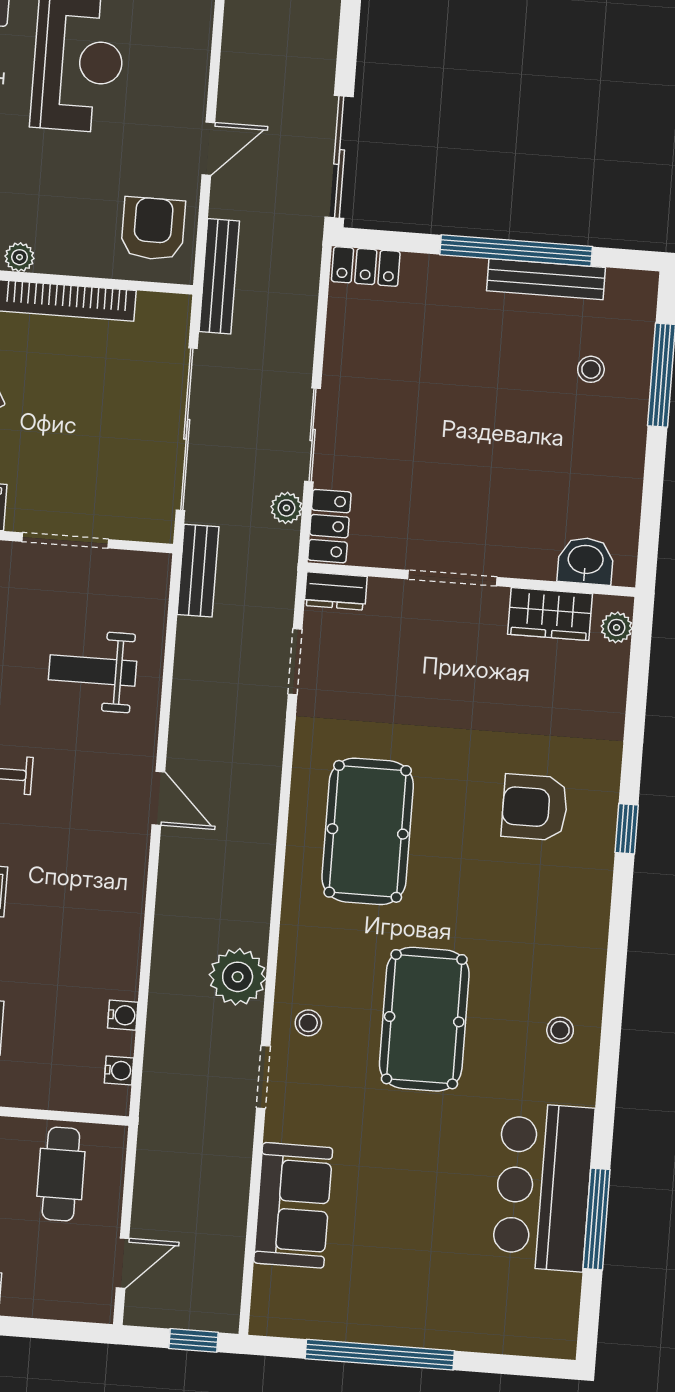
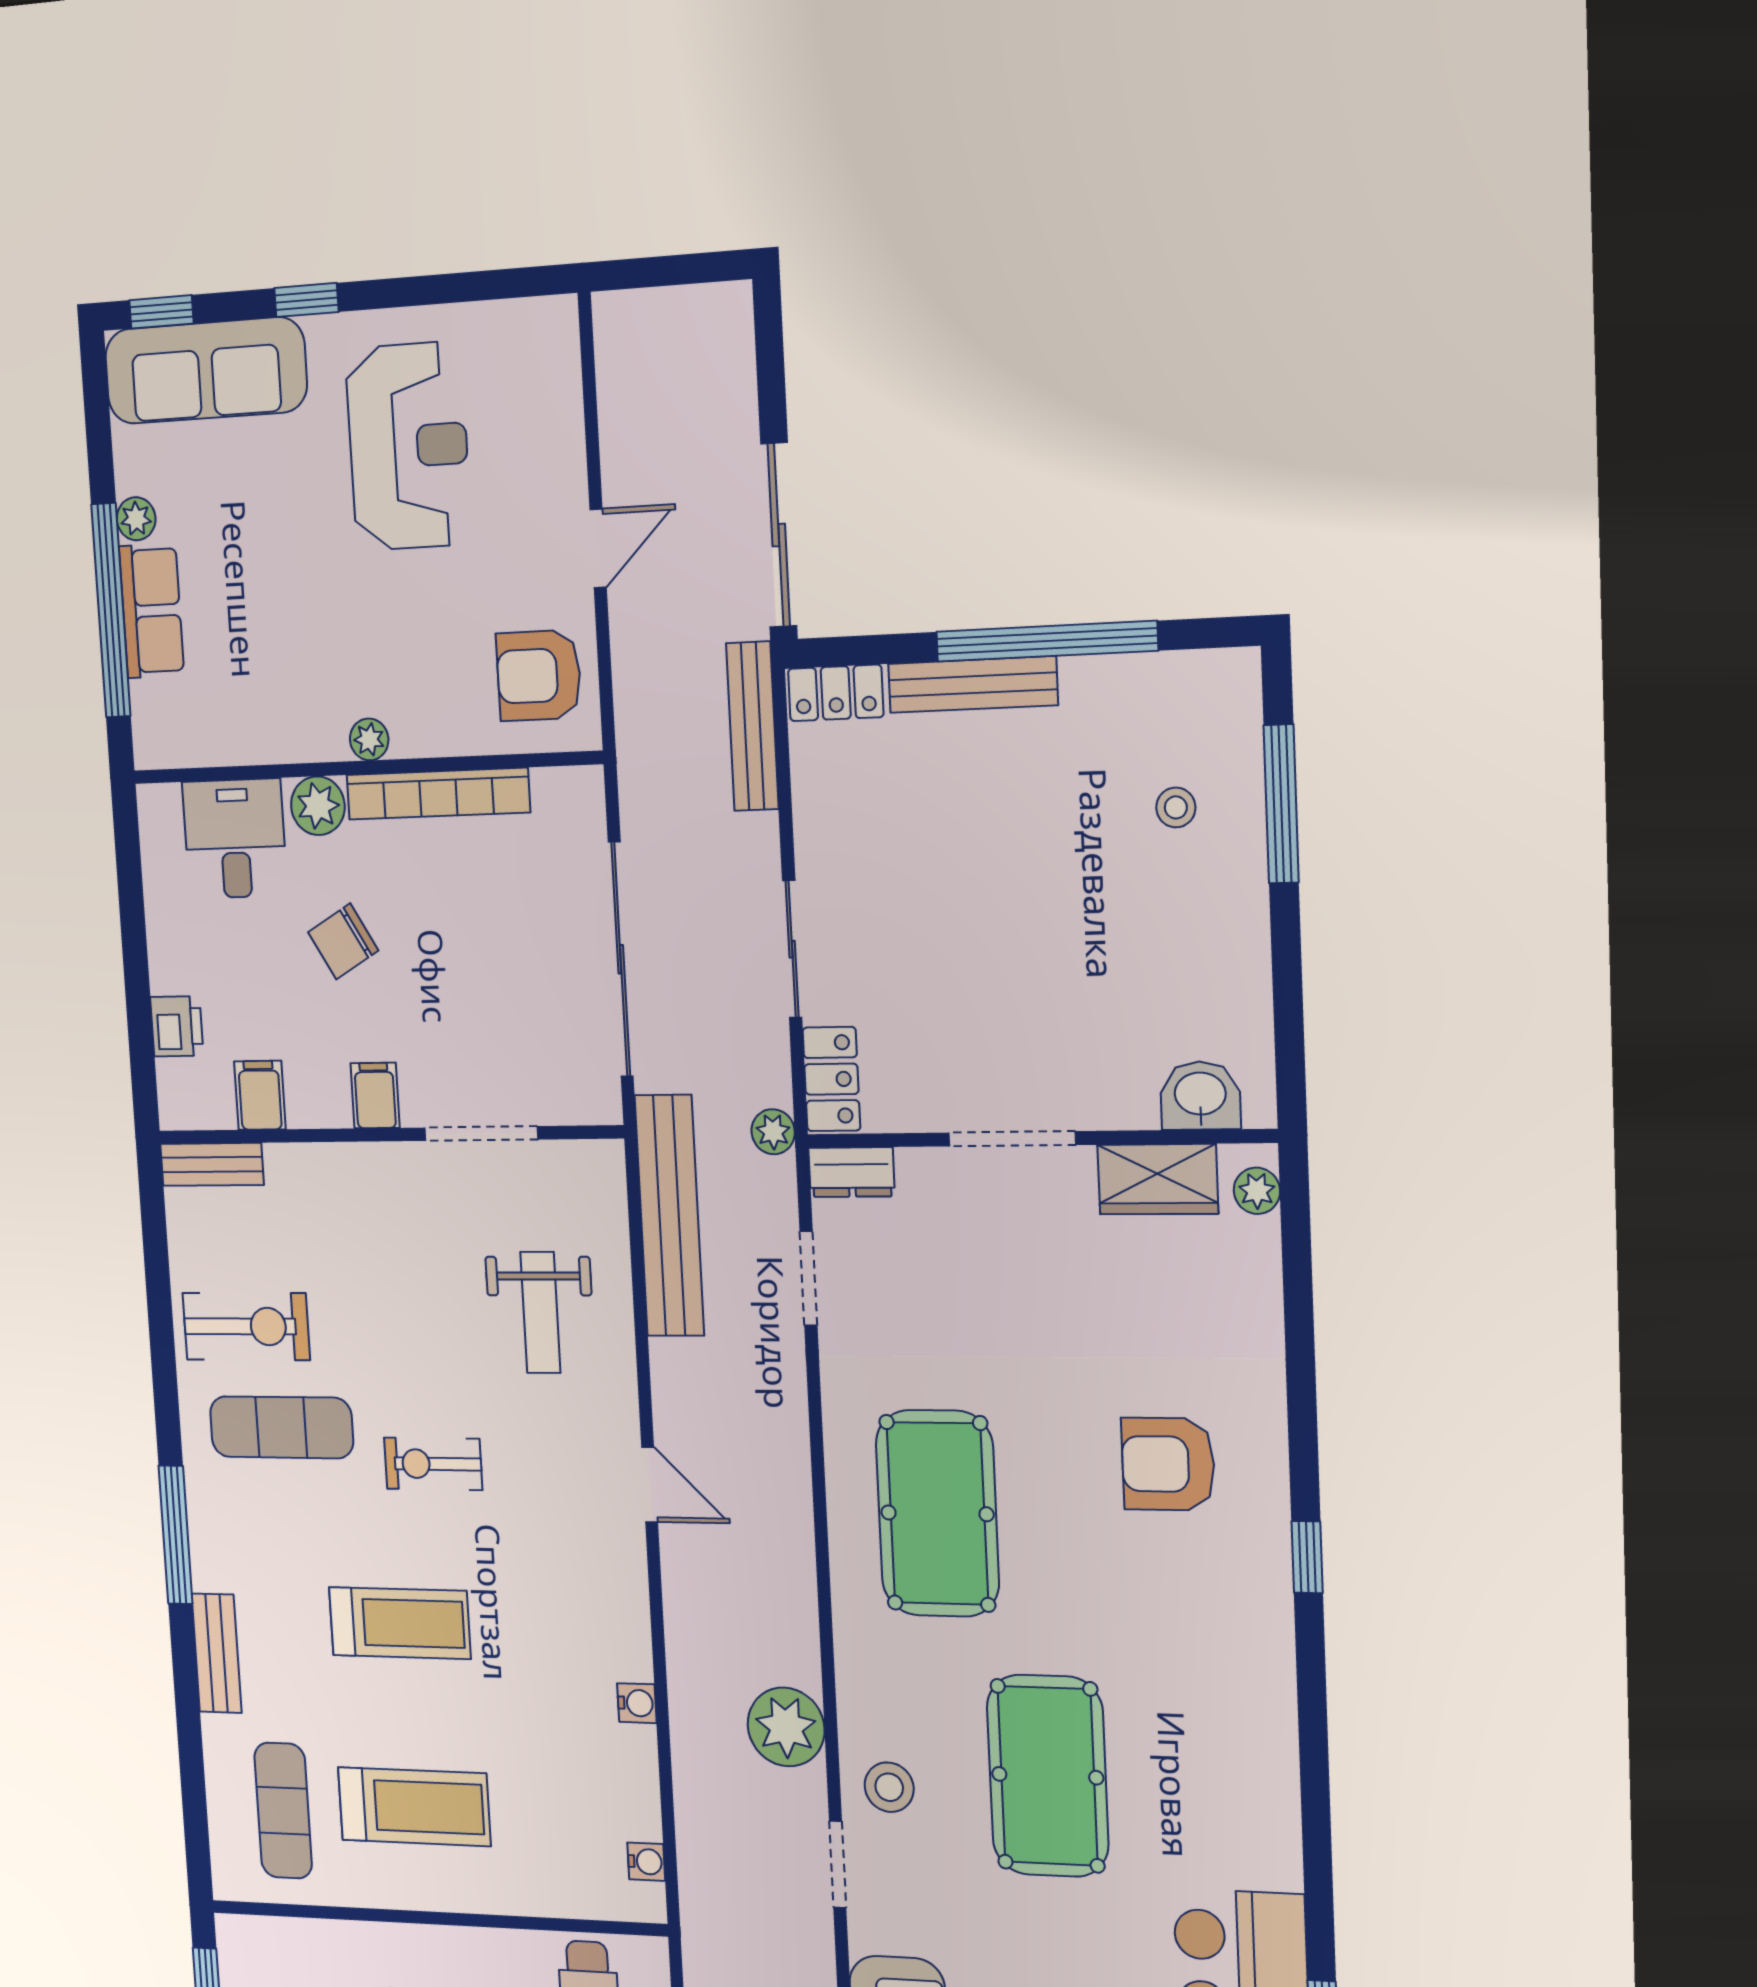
armchair: (153, 229) -> (539, 675), turned -90
bench: (219, 276) -> (752, 726), moved
bench: (546, 279) -> (973, 685), moved
plant: (286, 508) -> (773, 1132), moved
bench: (198, 571) -> (669, 1216), width x1.86, depth x1.21
weight bench: (93, 671) -> (540, 1312), turned -90
window: (627, 829) -> (1307, 1557), moved
water cooler: (123, 1015) -> (637, 1703), moved
stool: (308, 1023) -> (889, 1787), width x1.37, depth x1.37
stool: (560, 1030) -> (1241, 1784), removed

